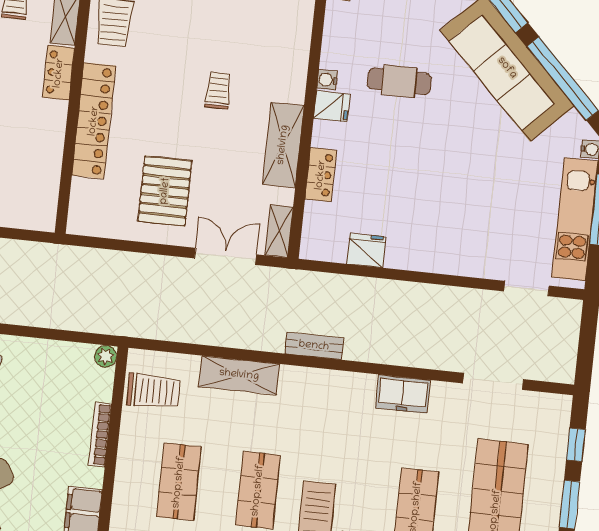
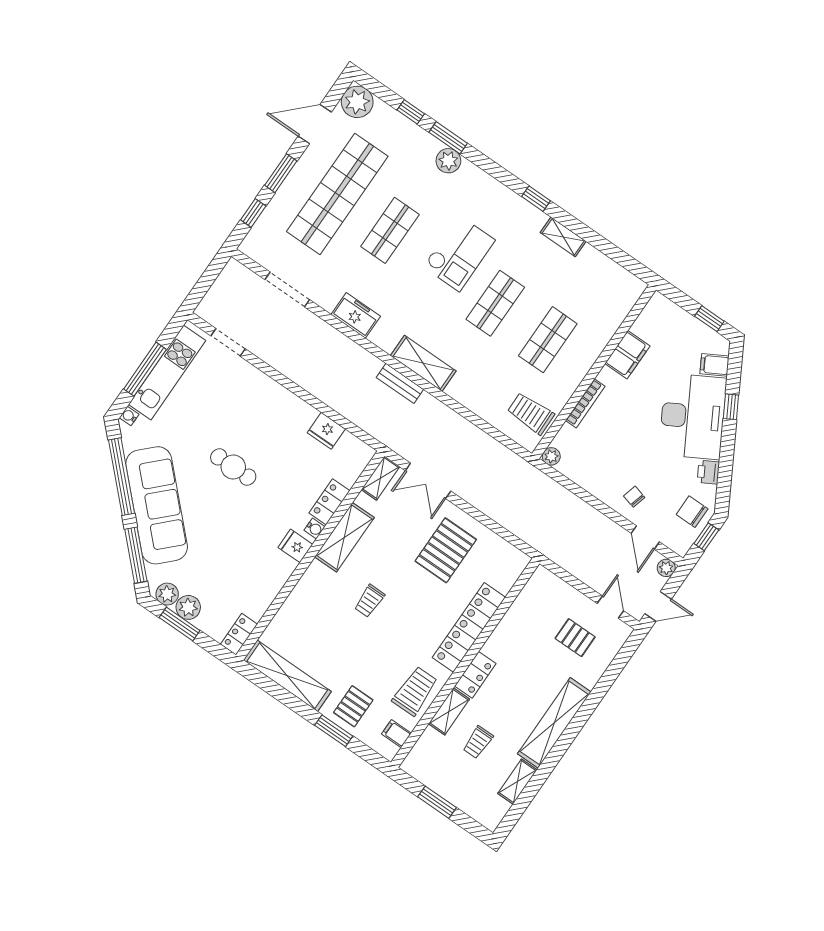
water cooler: (327, 80) -> (314, 529), moved
cafe table: (399, 81) -> (233, 467), moved
shelving: (239, 375) -> (423, 363), moved

